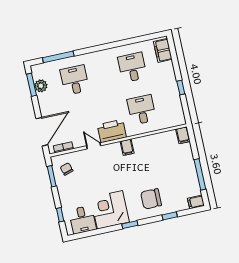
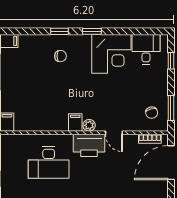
desk: (142, 110) -> (49, 163), width x1.37
plant: (115, 147) -> (89, 125), added
chair: (151, 199) -> (61, 56), width x0.54, depth x0.54
window: (170, 216) -> (60, 31), moved

